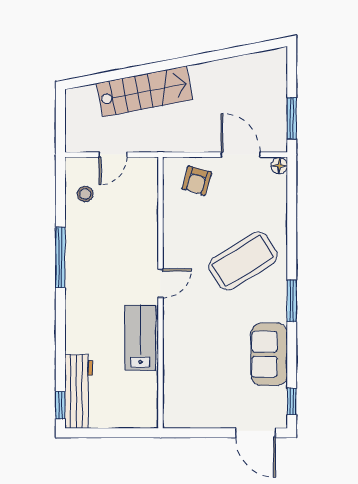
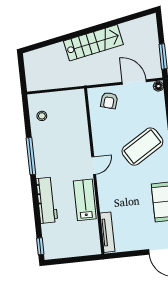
stairs: (145, 91) -> (93, 43), moved
door: (113, 155) -> (56, 90), removed
workbench: (79, 391) -> (47, 200), moved
tv unit: (172, 394) -> (107, 232), added

